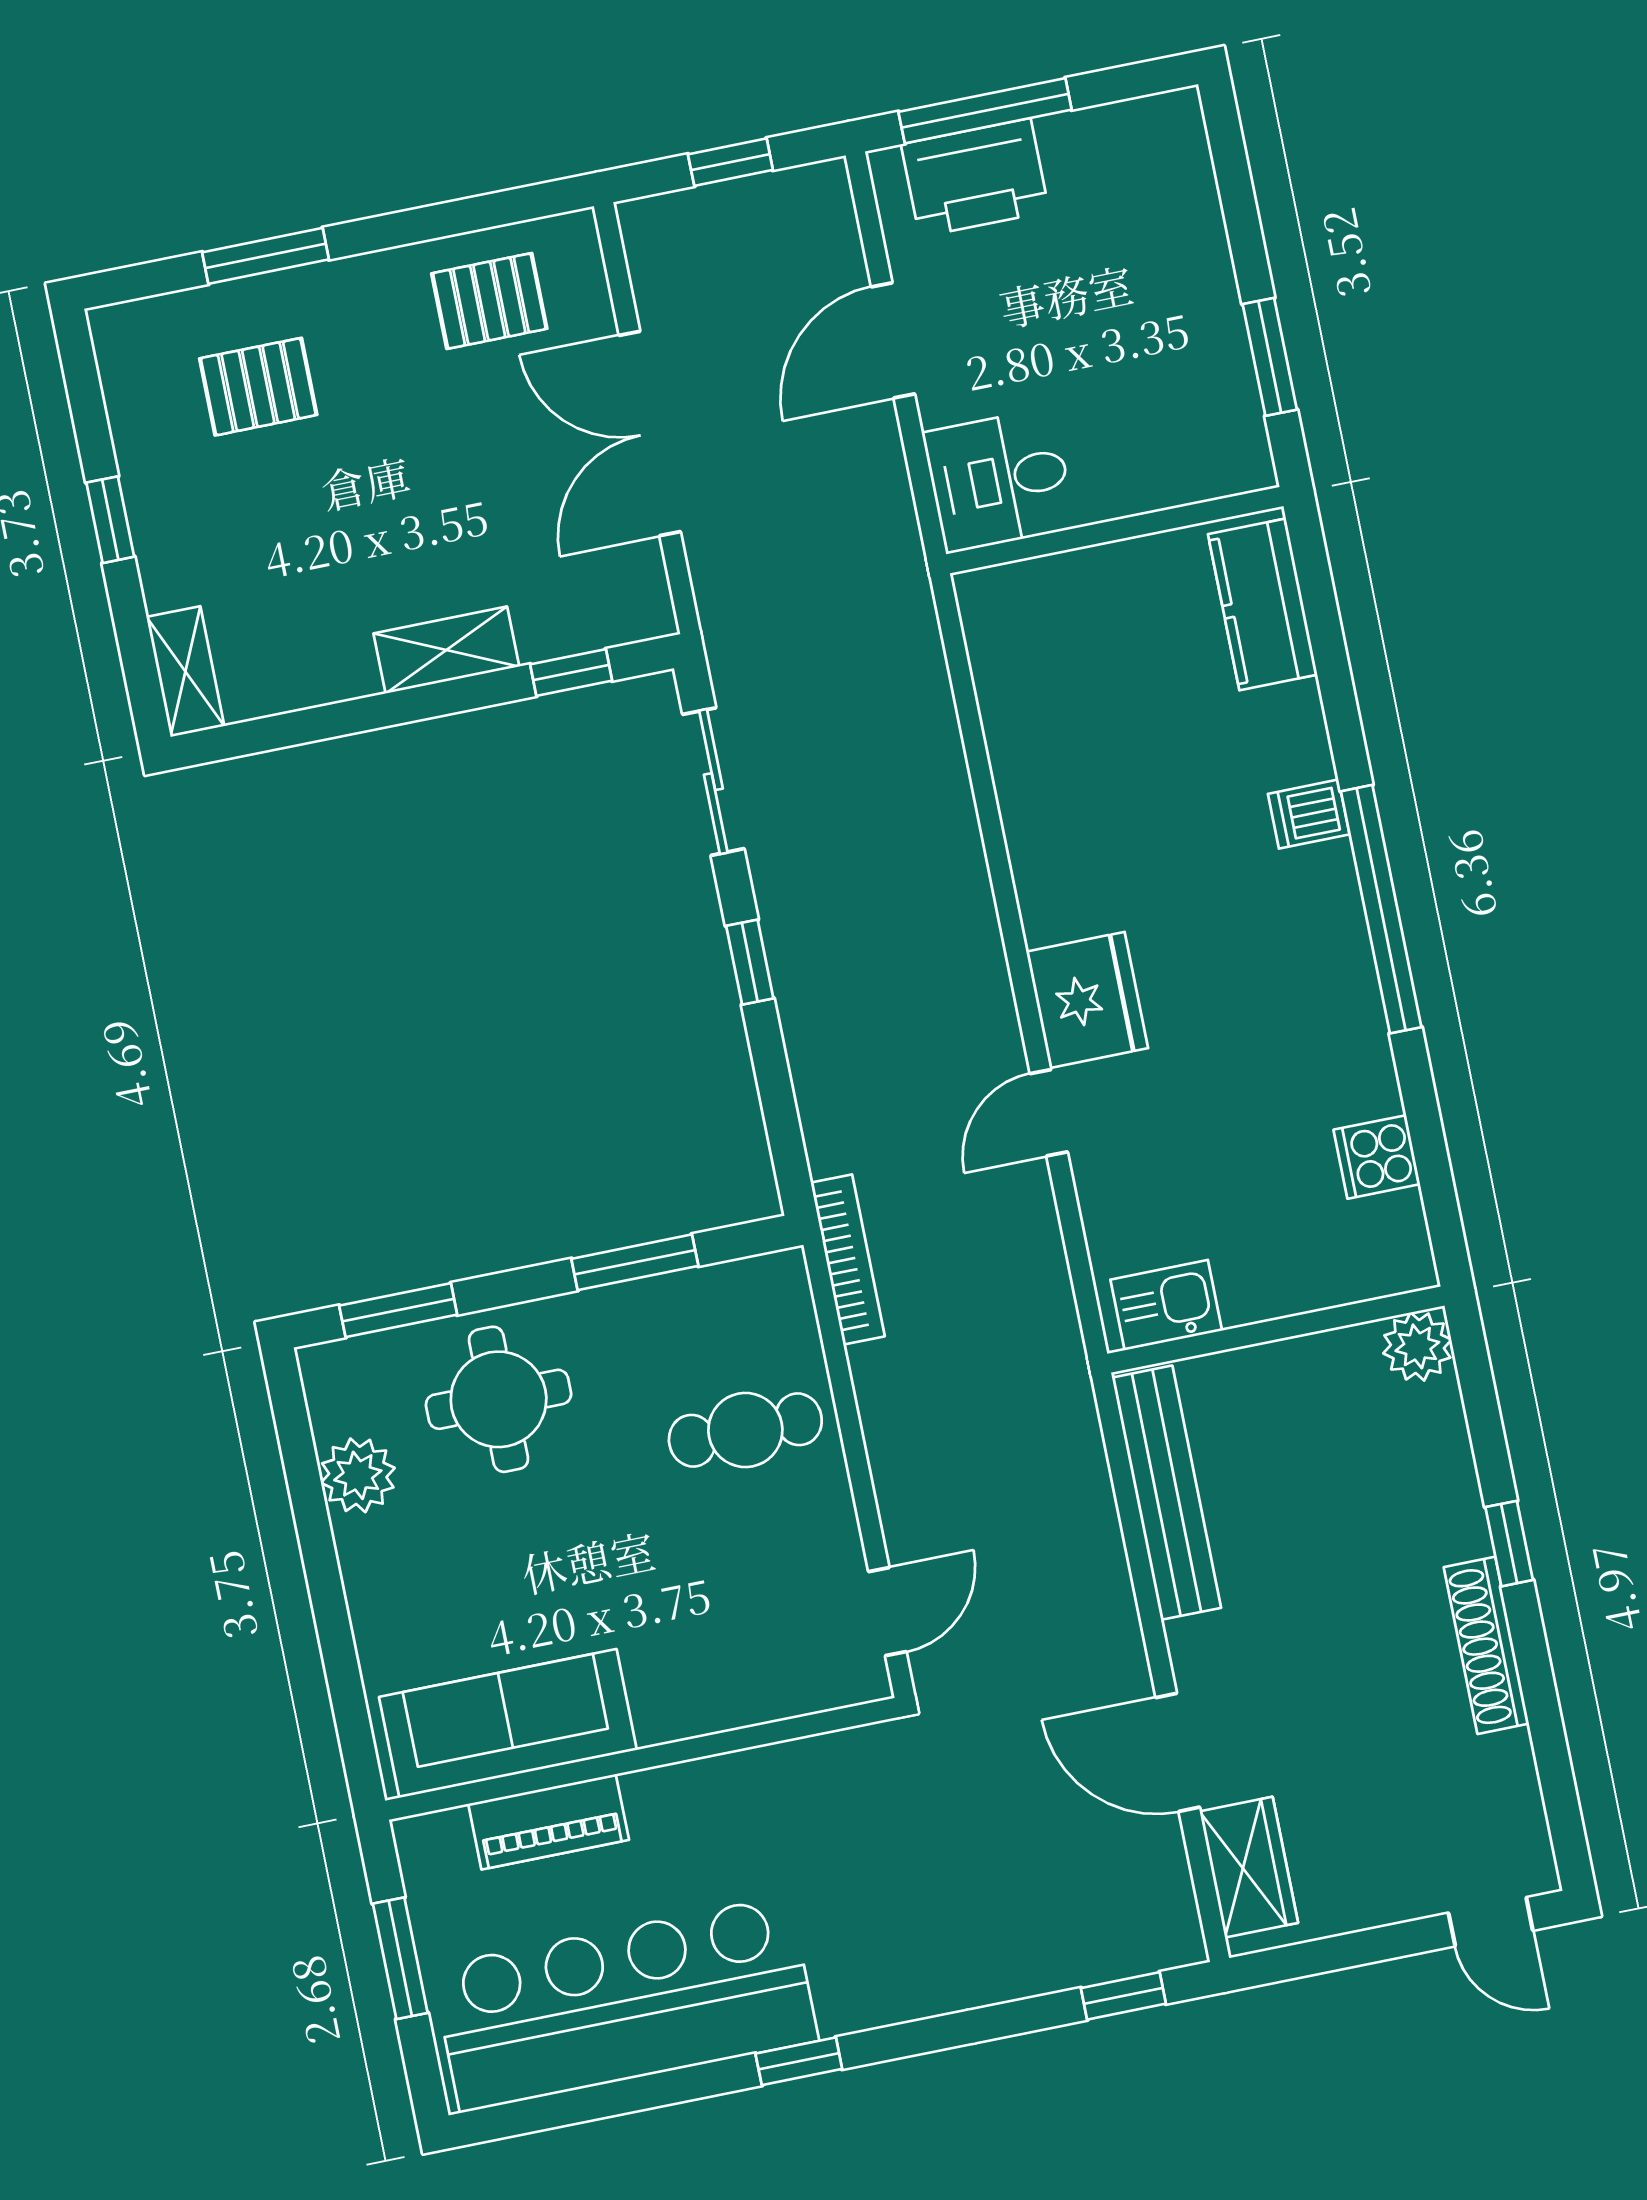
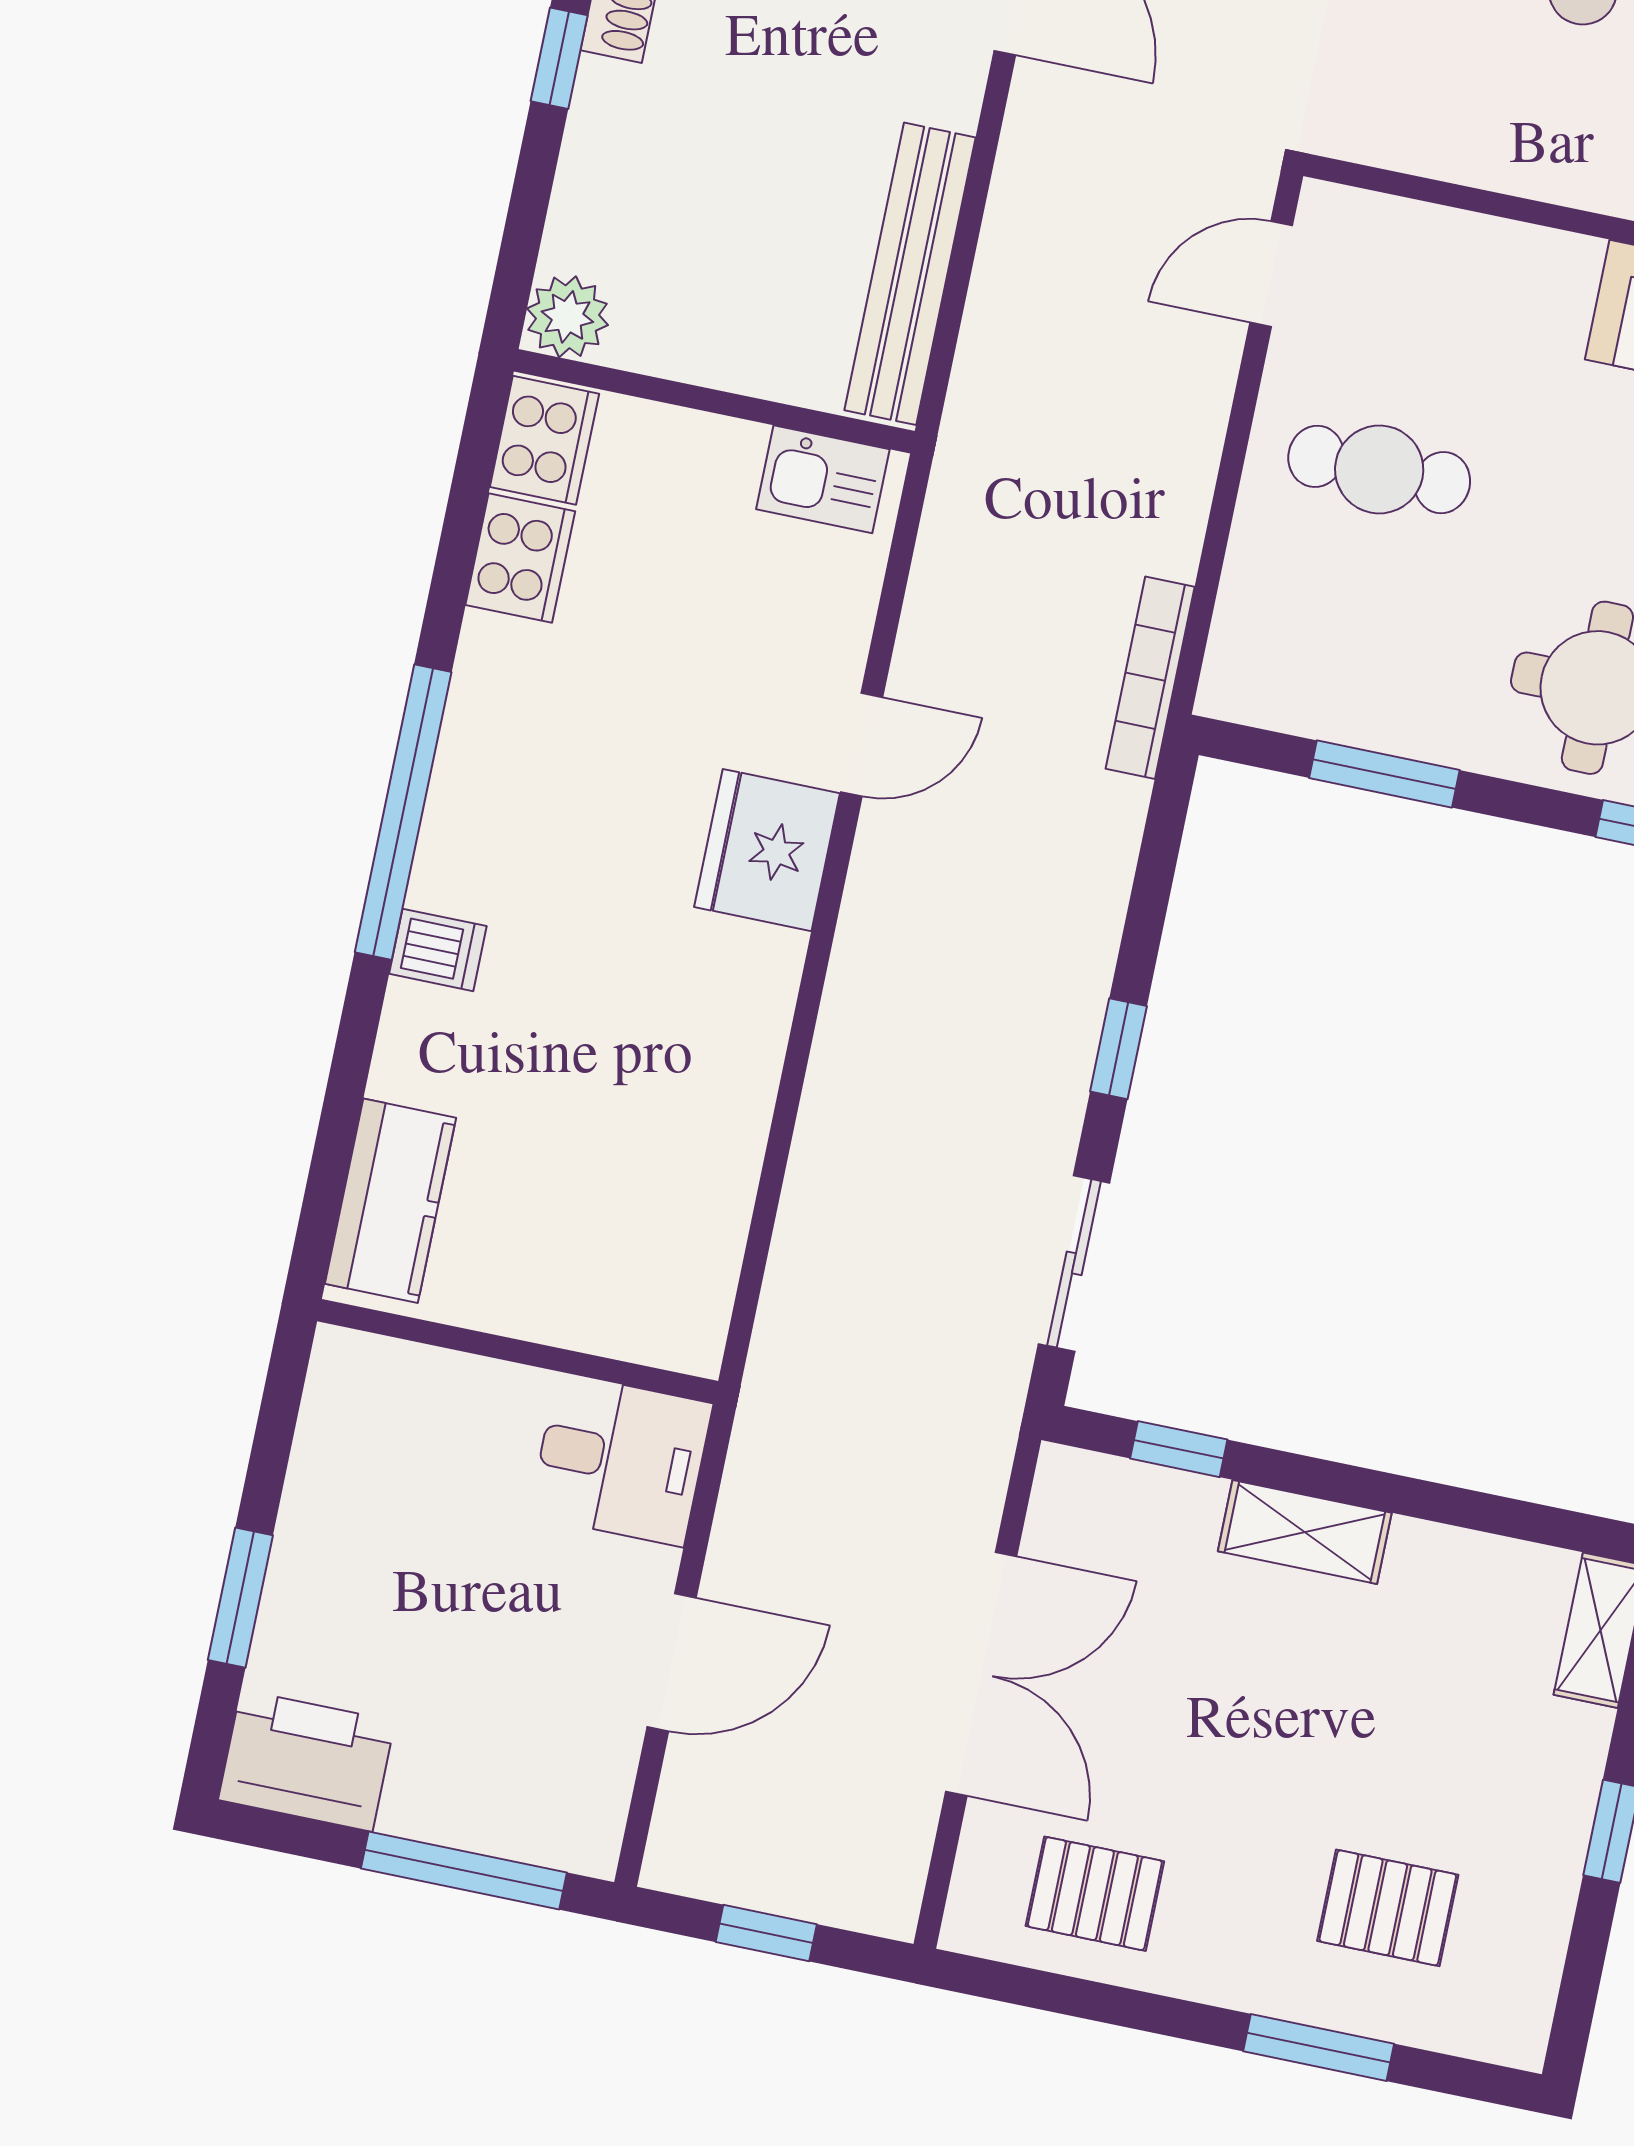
printer: (975, 178) -> (307, 1761), moved
window: (1270, 357) -> (240, 1598), moved
cooker: (1377, 1157) -> (520, 558), width x1.36
cooker: (1394, 1243) -> (544, 440), added
cafe table: (745, 1430) -> (1379, 469), moved

